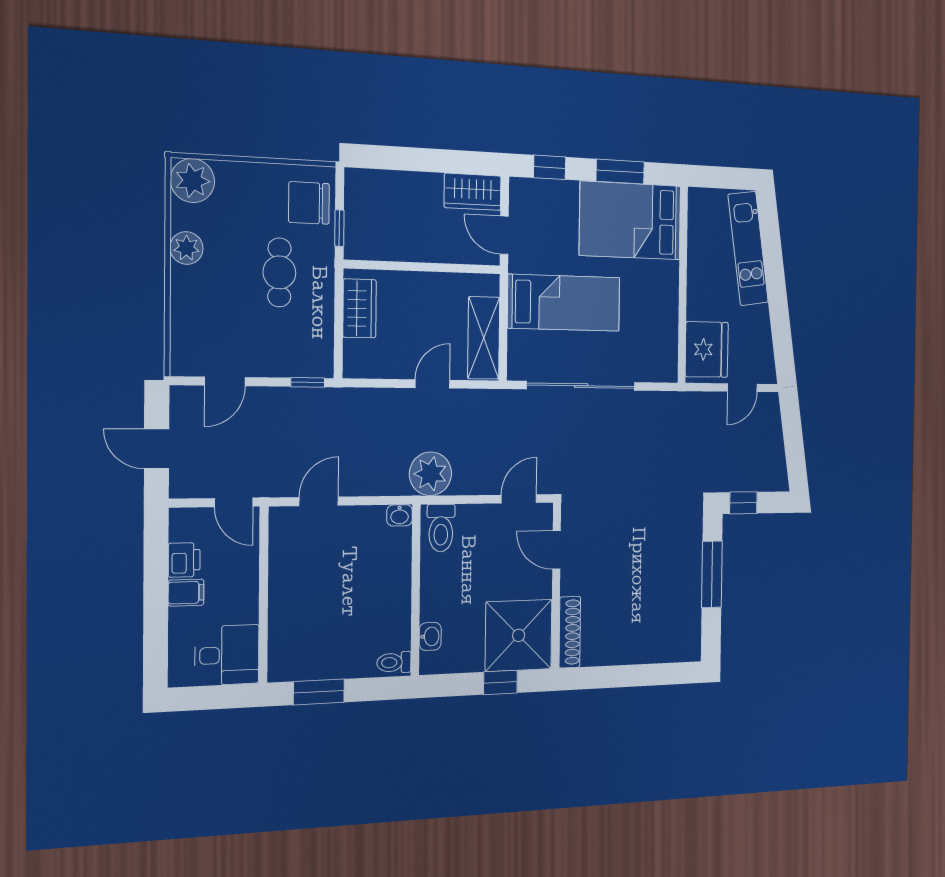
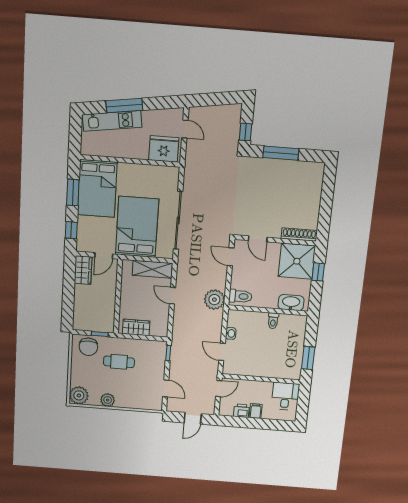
window: (774, 271) -> (124, 106), added
bed: (564, 303) -> (137, 227), width x1.50
washbasin: (400, 515) -> (231, 333), moved
door: (557, 550) -> (258, 239), hinge flipped
washbasin: (430, 636) -> (291, 303), width x1.91, depth x1.45
toilet: (394, 662) -> (273, 321), moved

